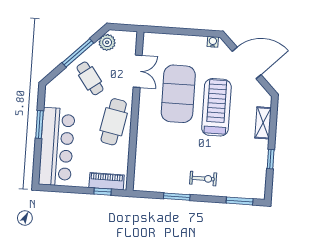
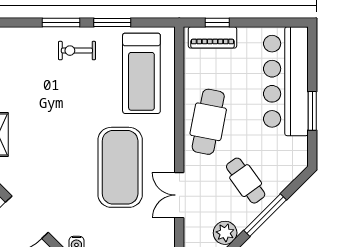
treadmill: (216, 107) -> (141, 73), moved
window: (240, 201) -> (61, 23), moved

